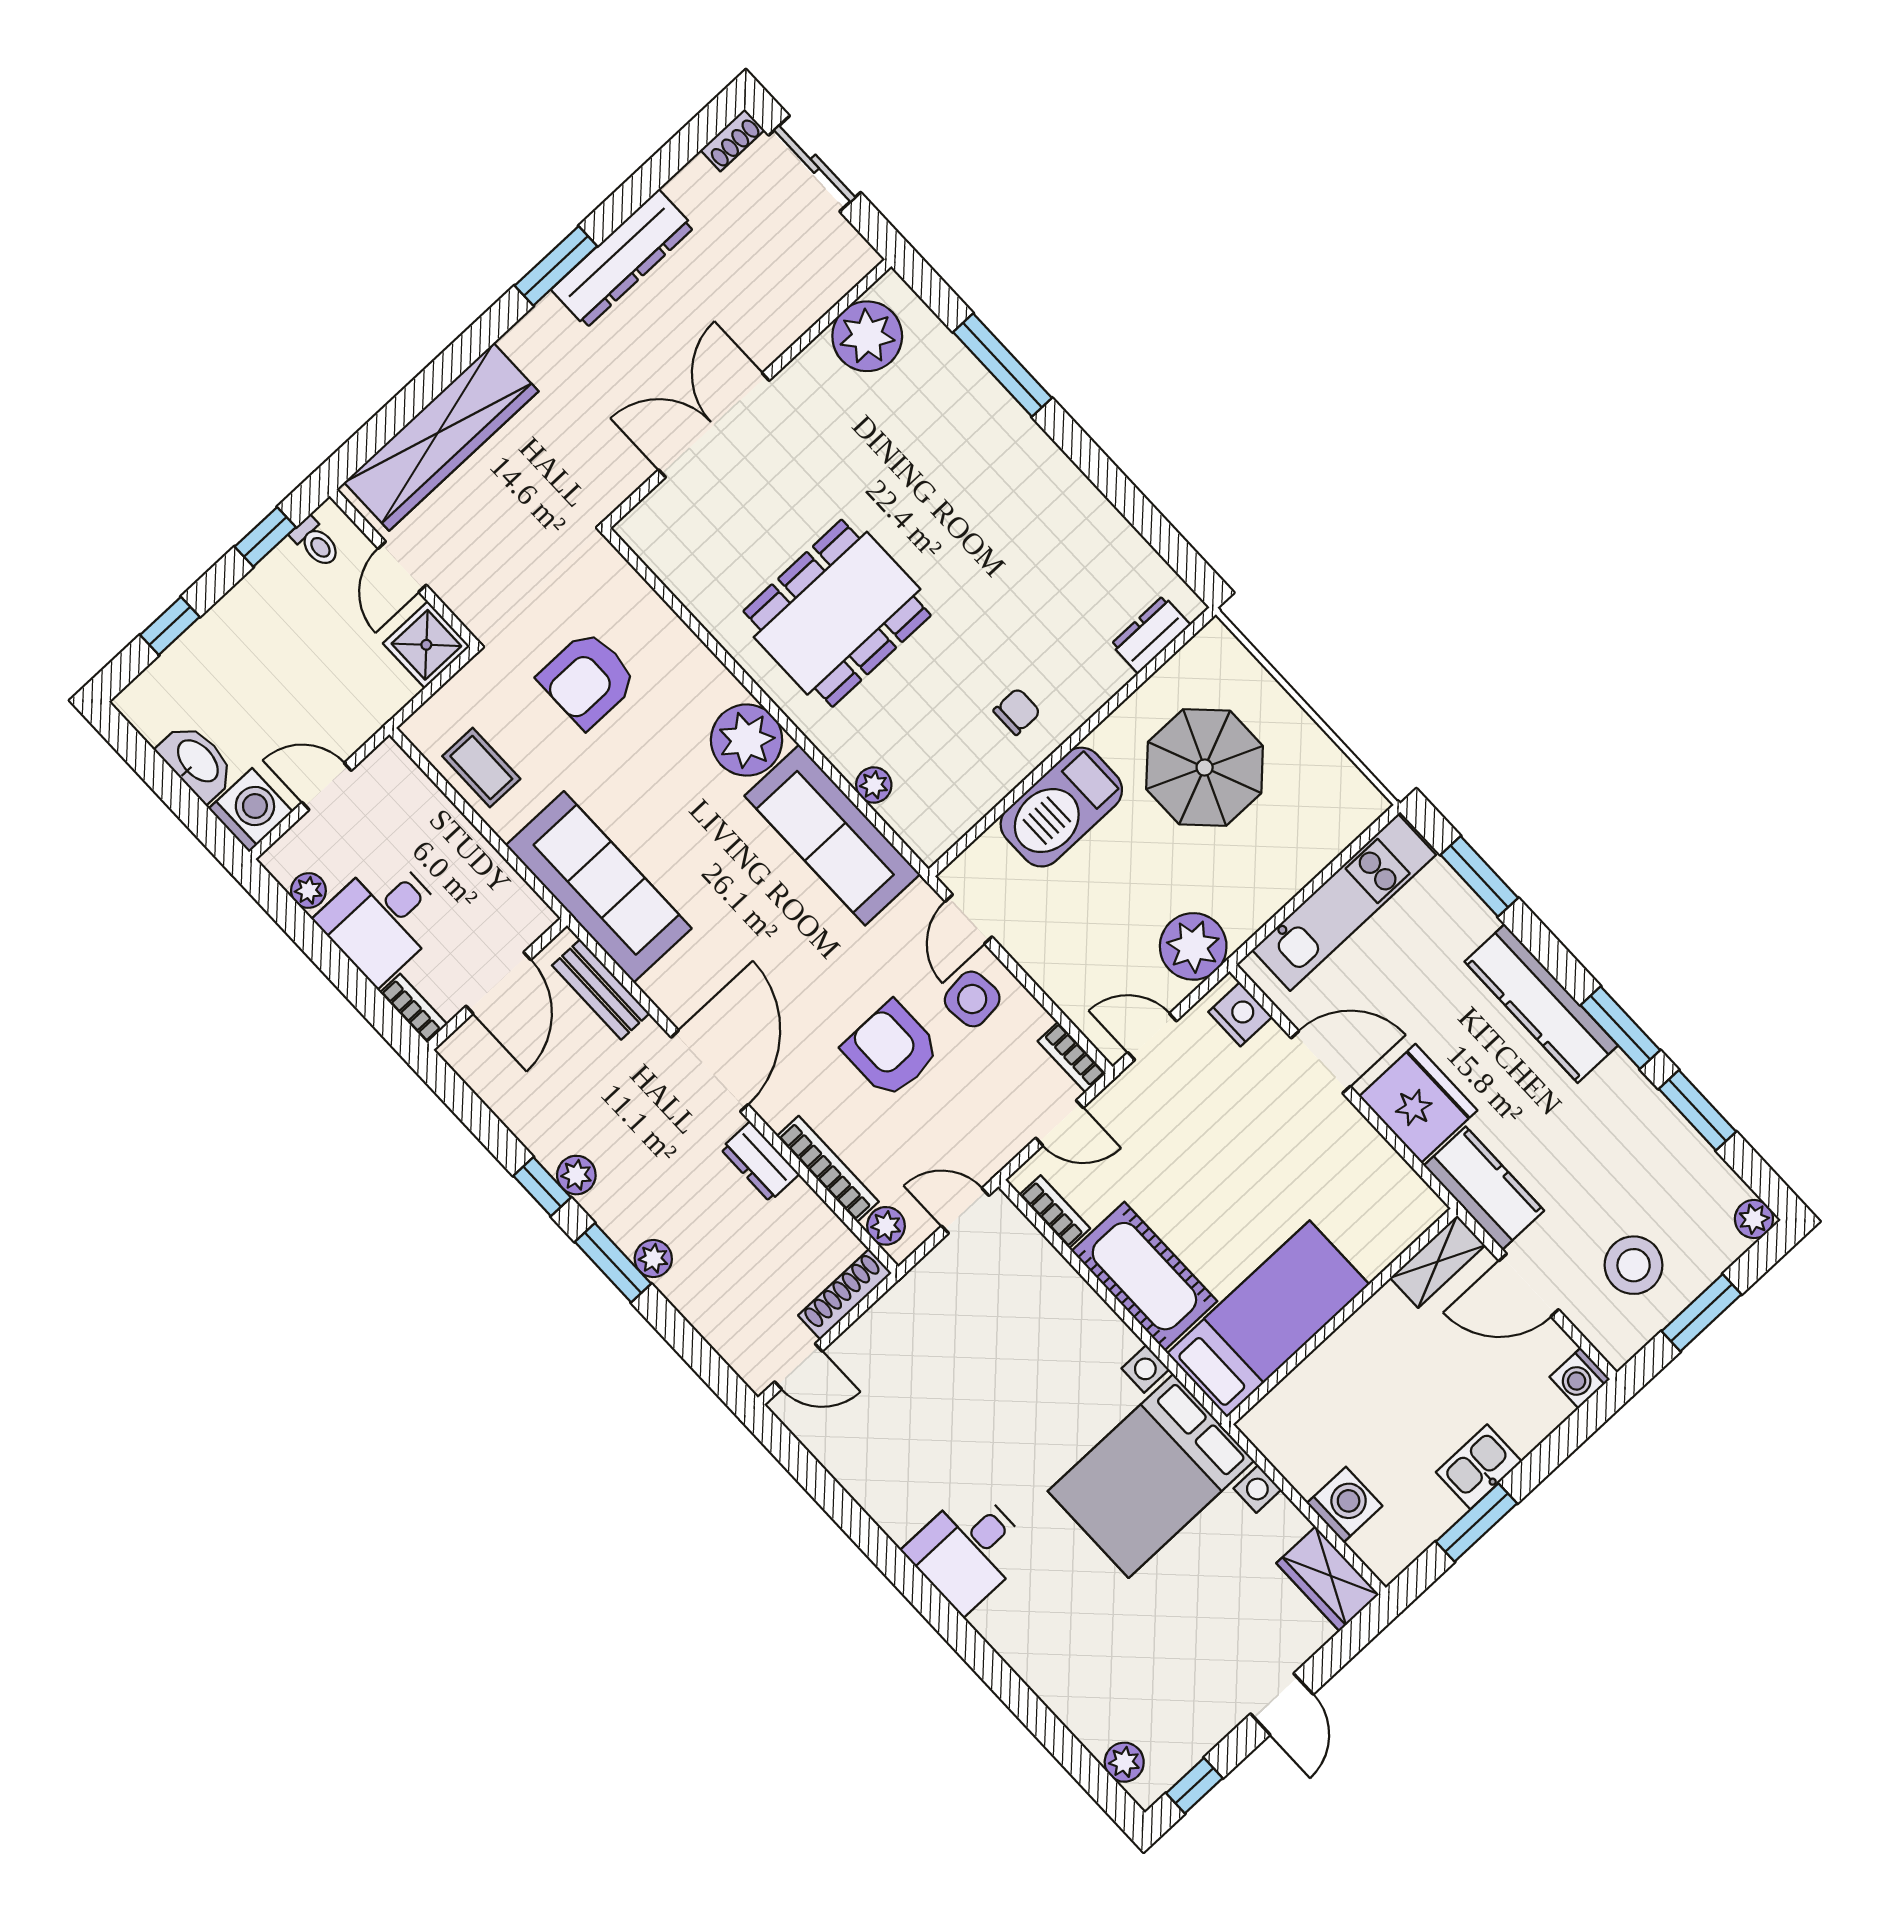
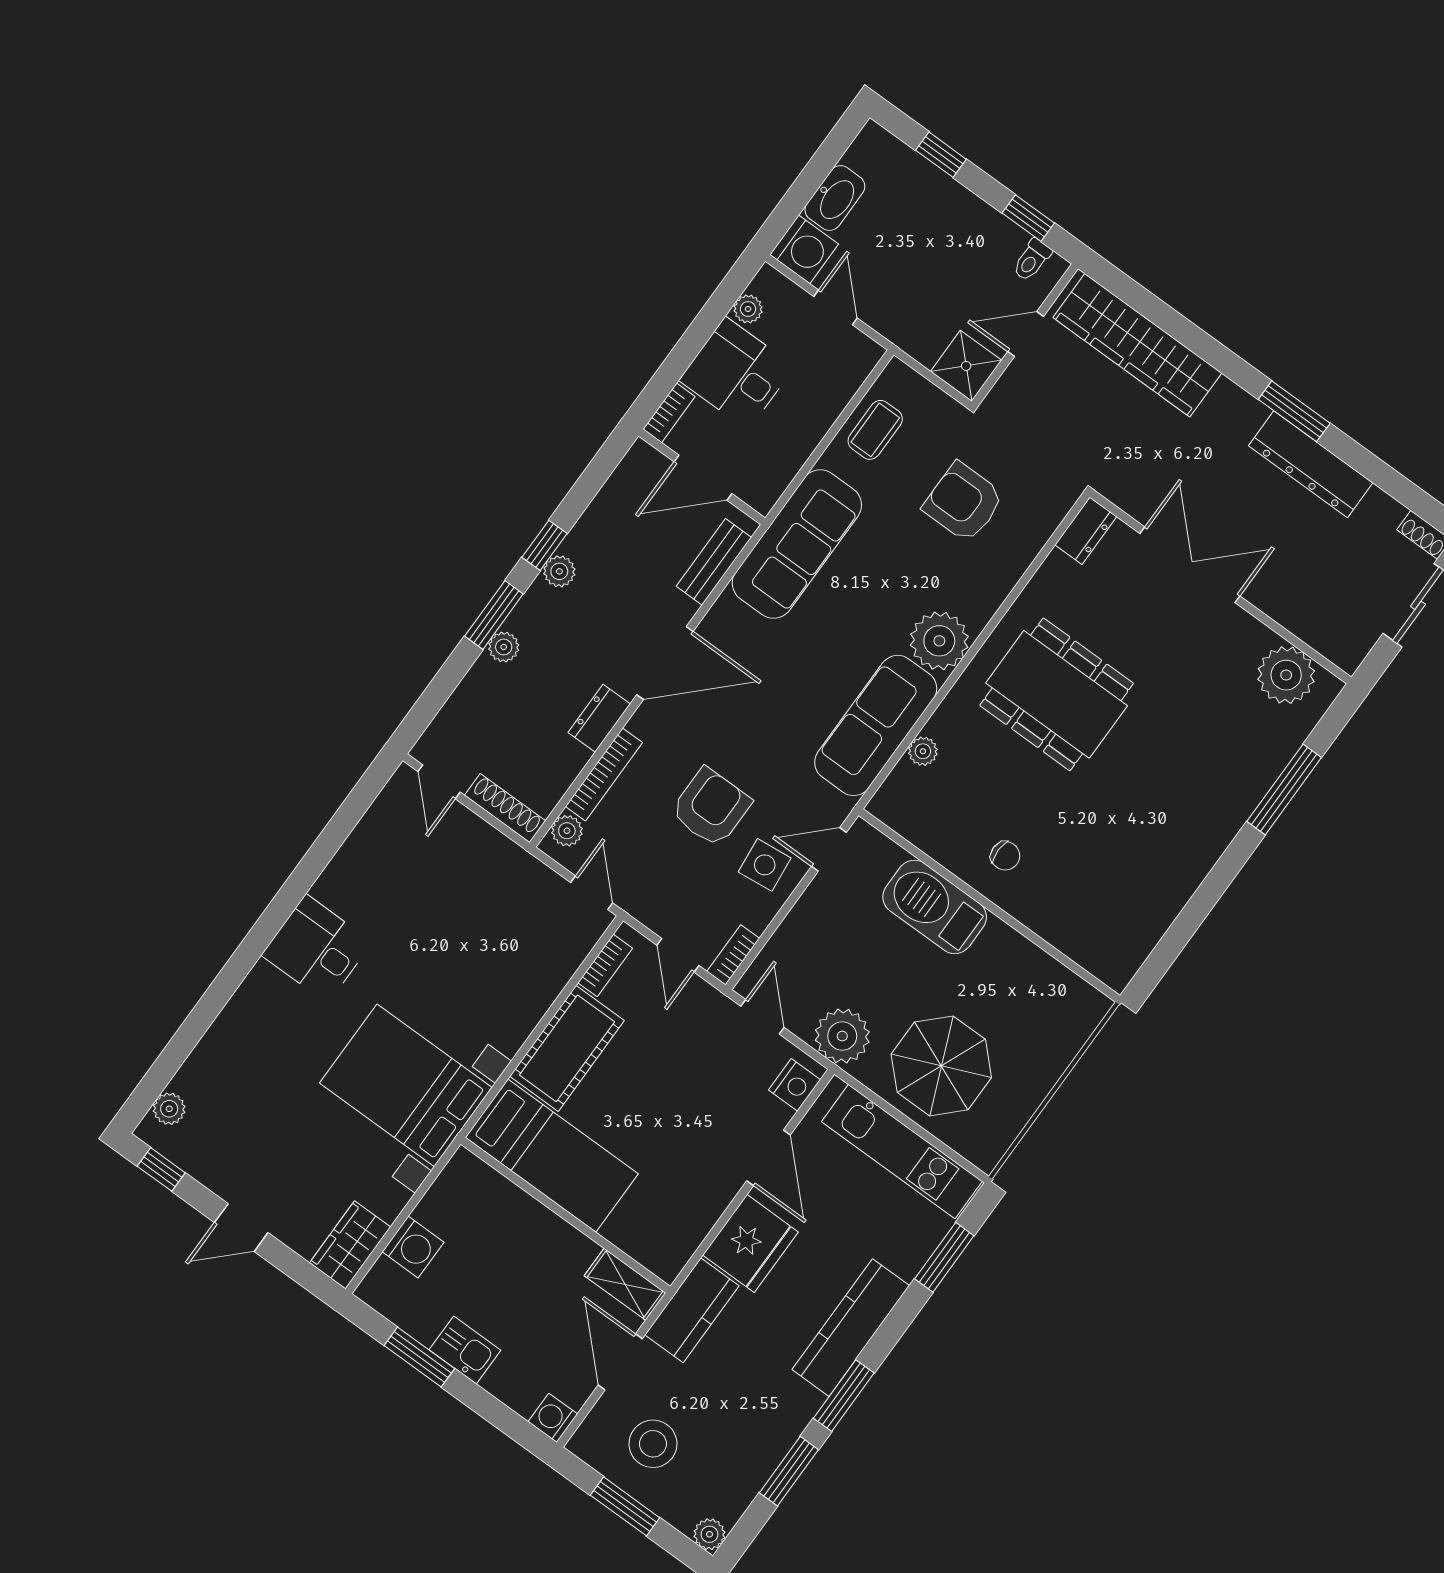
dresser: (1151, 635) -> (1086, 531), moved, turned 90
parasol: (1205, 767) -> (941, 1066), moved

